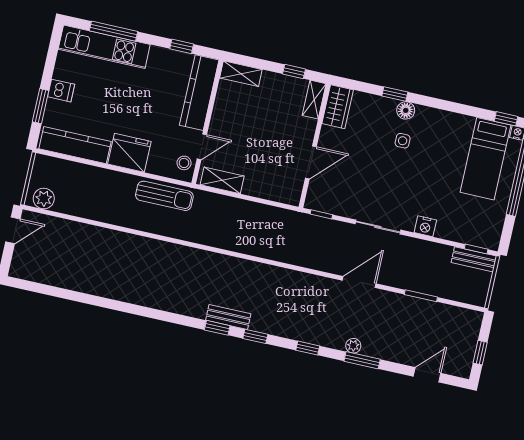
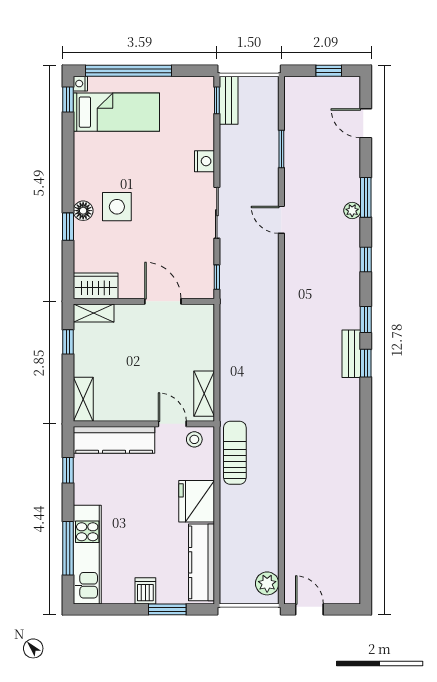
side table: (403, 141) -> (117, 207), width x1.87, depth x1.87
door: (359, 282) -> (281, 220), width x0.73

